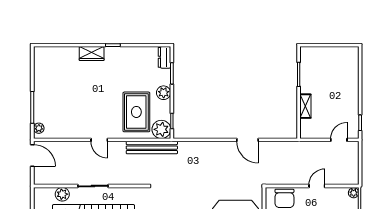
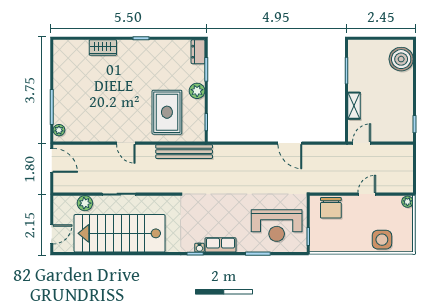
wardrobe: (92, 54) -> (103, 48), moved
boiler: (348, 64) -> (401, 59), added
plant: (161, 129) -> (195, 131), removed
door: (339, 140) -> (362, 143), moved

